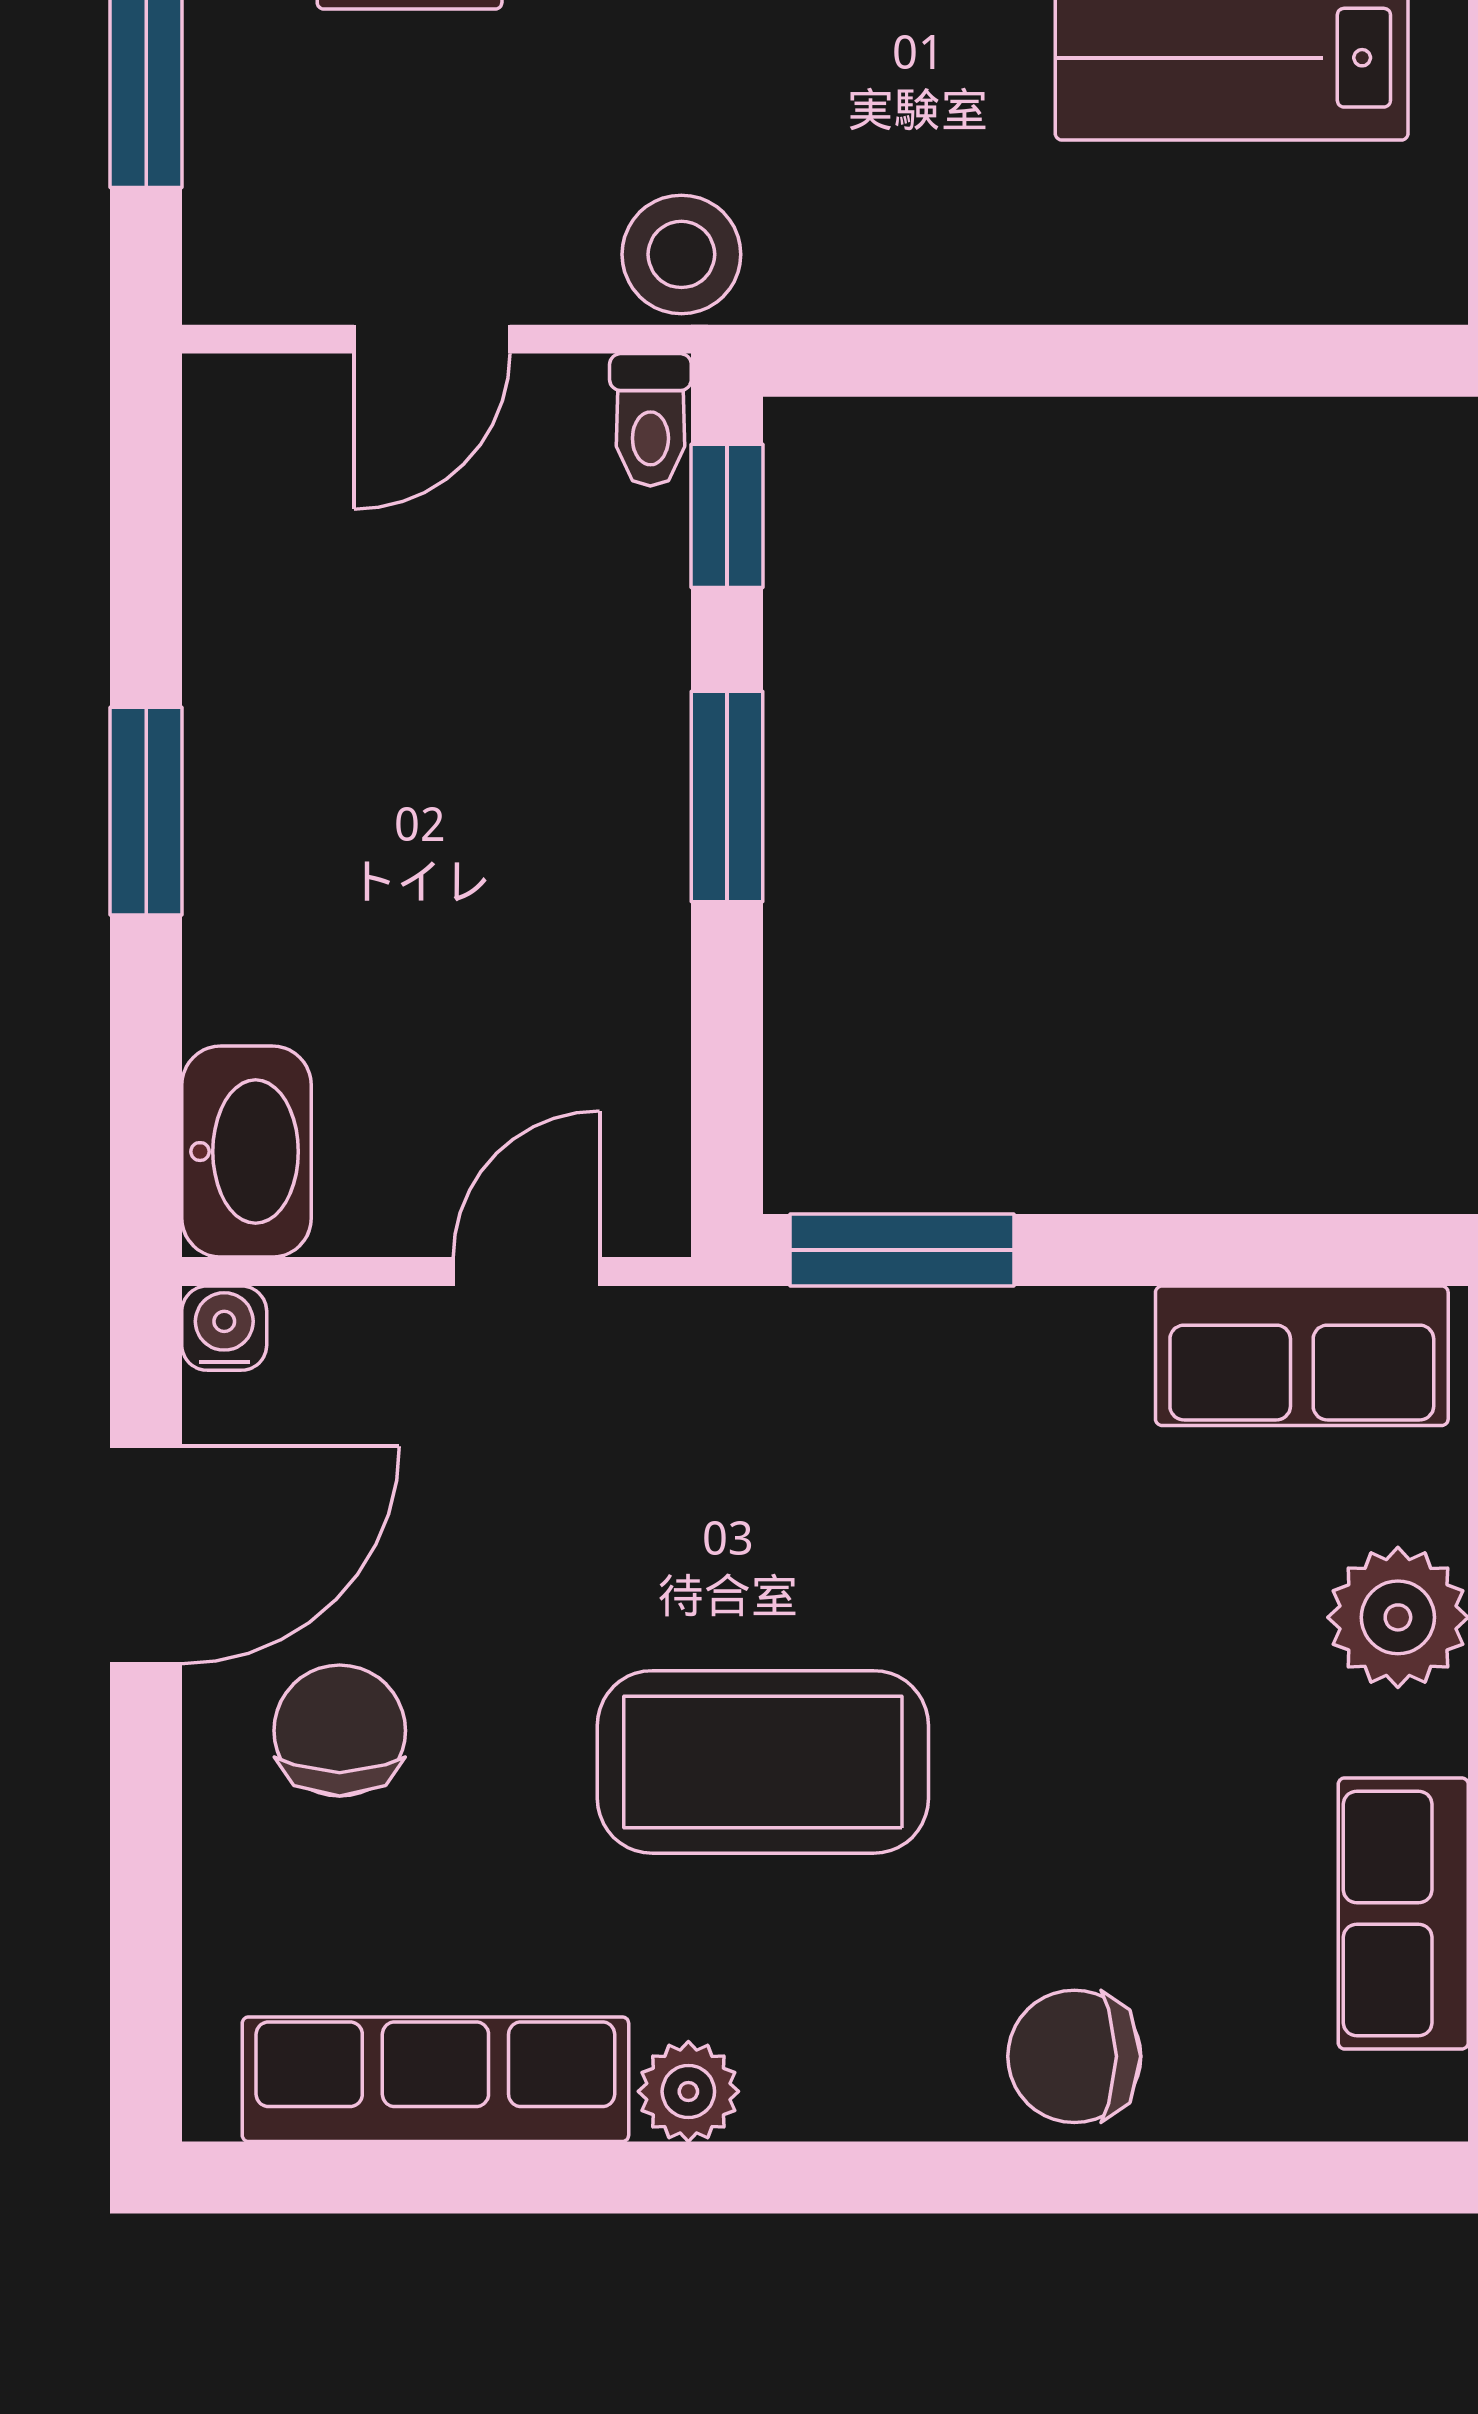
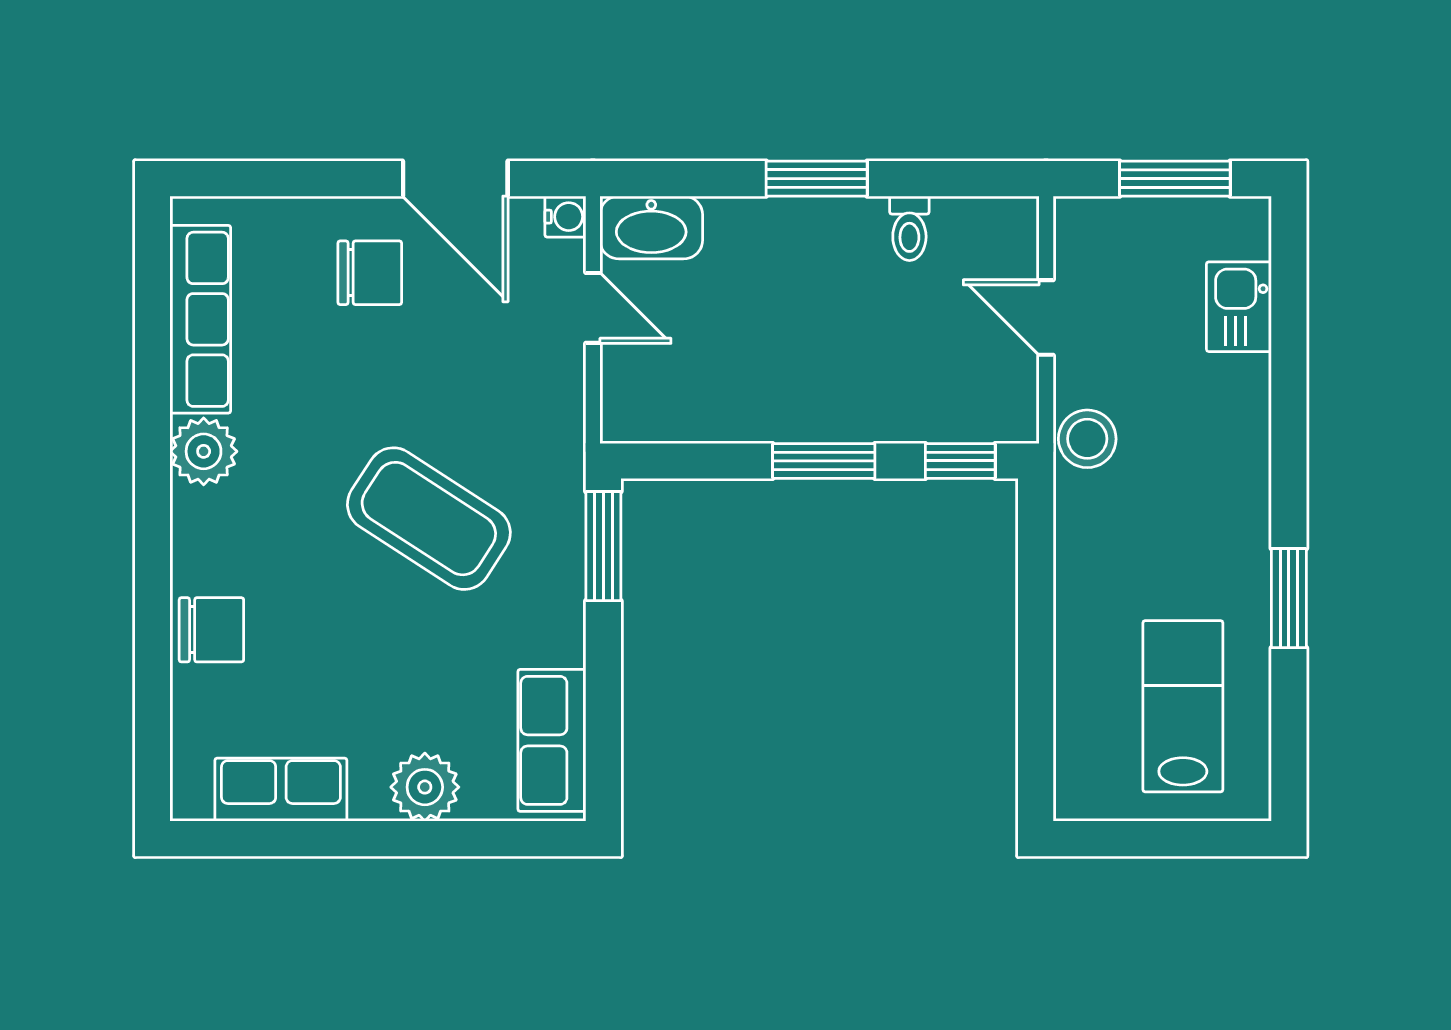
toilet: (650, 420) -> (909, 228), moved, turned -90
door: (526, 1272) -> (593, 308), moved
coffee table: (763, 1762) -> (429, 519), moved, turned -57
chair: (1074, 2056) -> (211, 630), turned 90
plant: (688, 2091) -> (204, 451), width x1.38, depth x1.38

